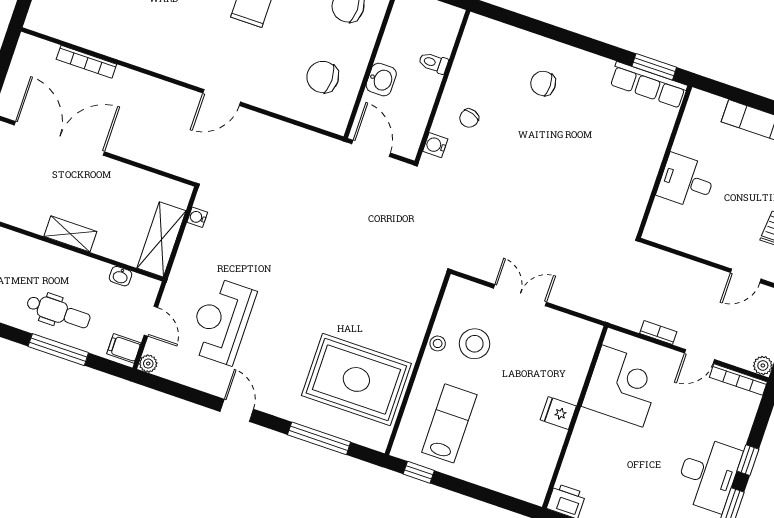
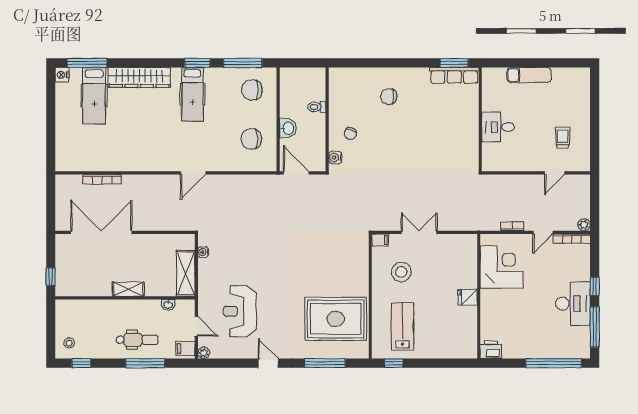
filing cabinet: (460, 287) -> (380, 240), added
stool: (438, 343) -> (378, 280), removed

